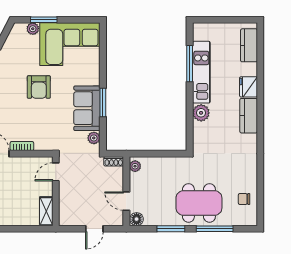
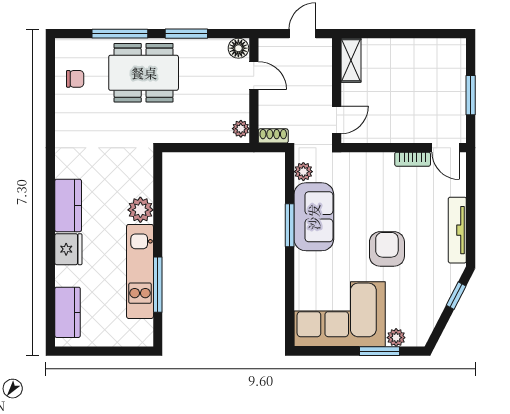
door: (56, 172) -> (337, 120), moved
wall: (56, 191) -> (337, 91), moved
shelving: (46, 211) -> (351, 60), moved

